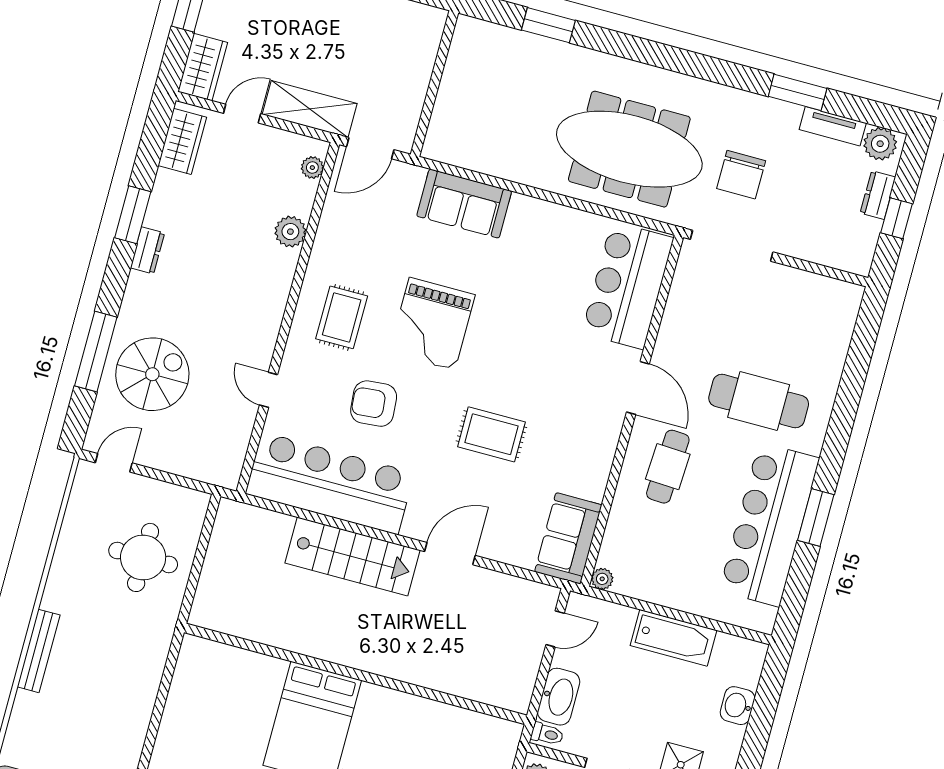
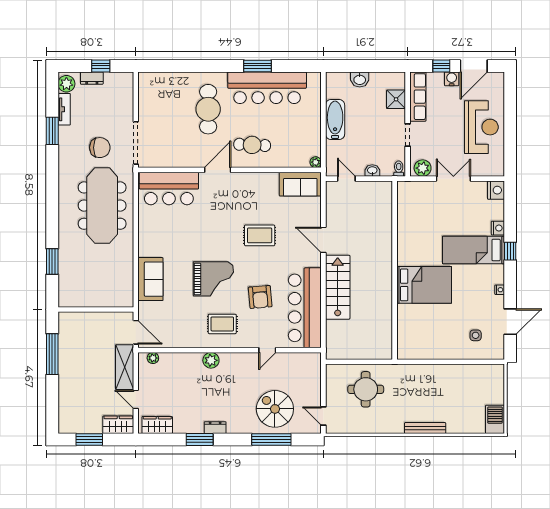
plant: (290, 232) -> (211, 360), moved
rug: (491, 434) -> (260, 235), turned 90
washbasin: (559, 697) -> (372, 171), width x0.52, depth x0.69

